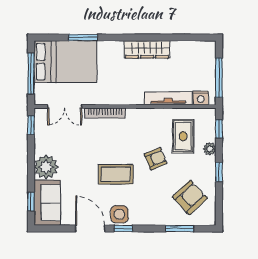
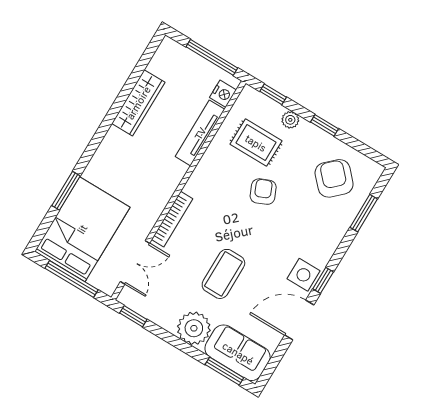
wardrobe: (147, 49) -> (138, 103), moved
coffee table: (116, 174) -> (223, 274), moved
window: (31, 201) -> (224, 371), width x1.50

